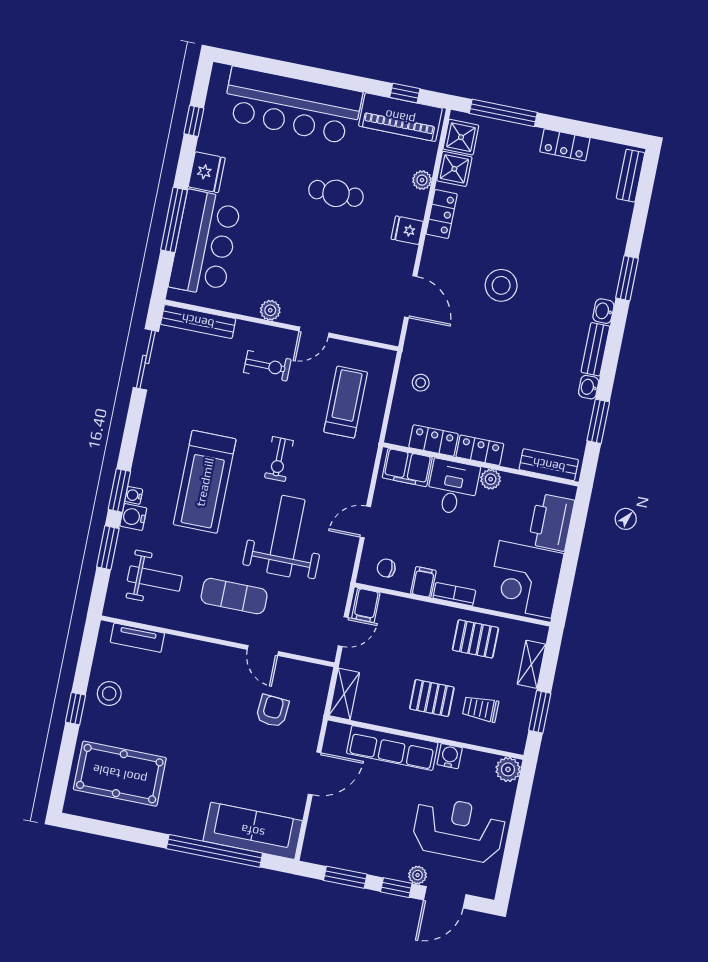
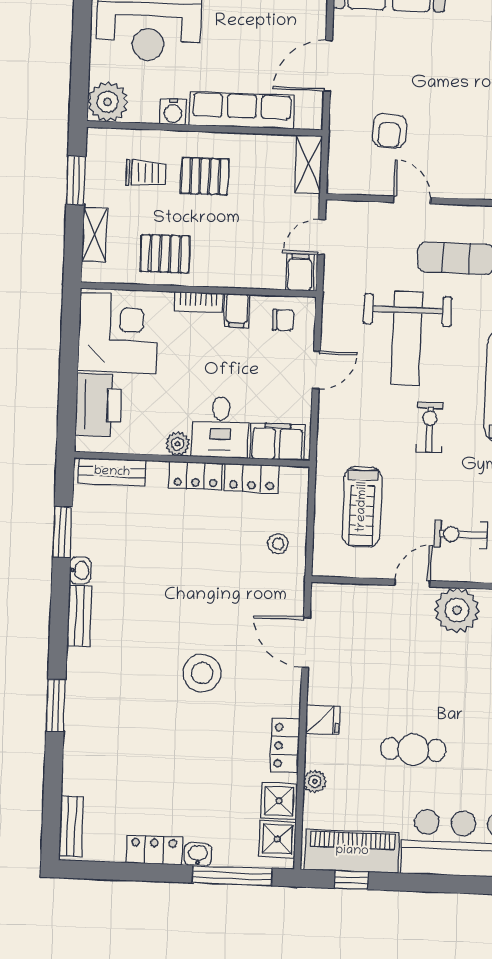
plant: (270, 310) -> (457, 610), width x1.88, depth x1.88
washbasin: (603, 311) -> (198, 854), moved, turned -90
plant: (508, 769) -> (108, 102), width x1.36, depth x1.36

